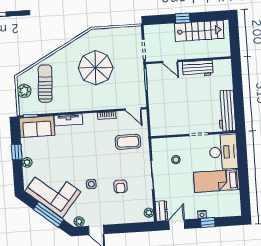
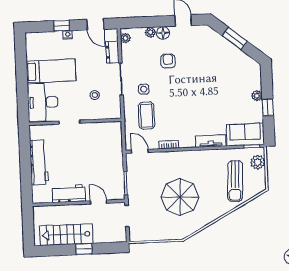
plant: (24, 91) -> (258, 162), moved
workbench: (227, 111) -> (39, 162), moved
coffee table: (128, 142) -> (147, 116), turned 90
side table: (91, 184) -> (144, 89), moved
armchair: (120, 186) -> (168, 61), moved
corner sofa: (53, 192) -> (229, 63), removed
dresser: (161, 211) -> (112, 52), moved
window: (49, 214) -> (235, 39), width x0.69
floor lamp: (114, 218) -> (163, 33), added
plant: (79, 222) -> (150, 32), moved
door: (177, 225) -> (95, 24), hinge flipped

